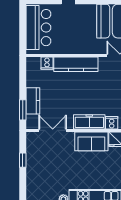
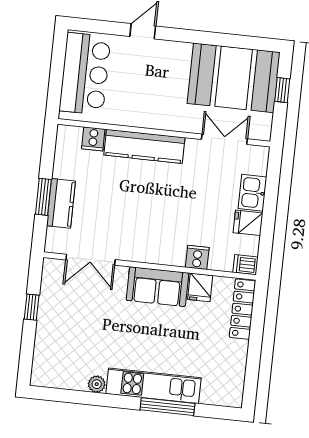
window: (23, 110) -> (43, 197), moved
freezer: (89, 122) -> (157, 251), removed
double door: (53, 130) -> (90, 260), swing flipped

